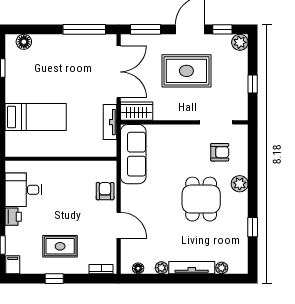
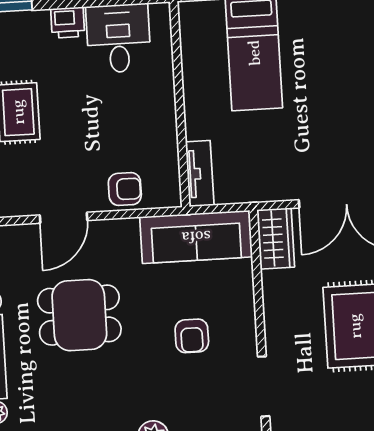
tv unit: (110, 122) -> (200, 174), moved, turned 90
armchair: (220, 152) -> (192, 336), moved
dining table: (201, 199) -> (79, 315), moved

